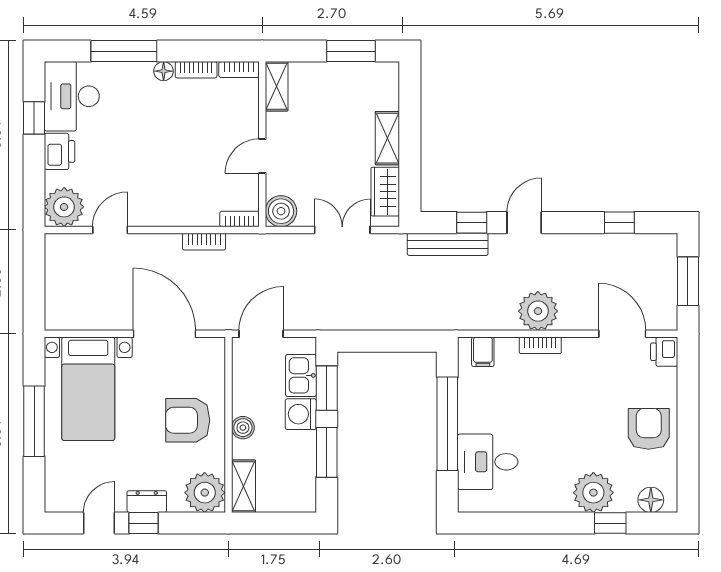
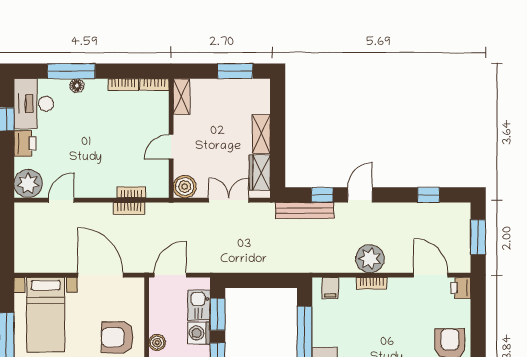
floor lamp: (164, 71) -> (77, 86), moved
bookcase: (240, 219) -> (131, 192), moved

